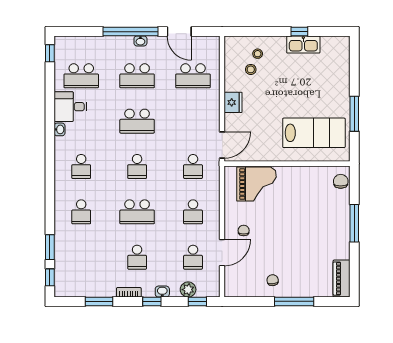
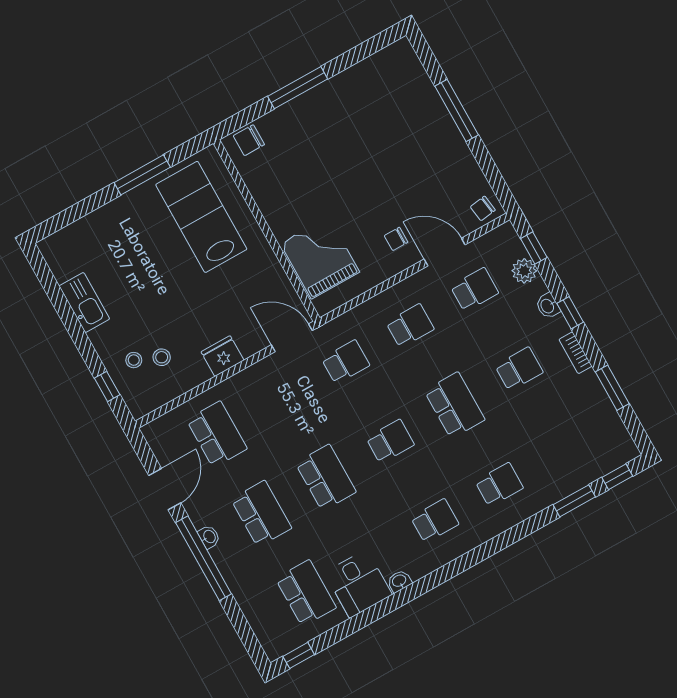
window: (299, 32) -> (107, 386), moved
piano: (342, 279) -> (386, 61), removed
chair: (273, 280) -> (483, 208), moved

